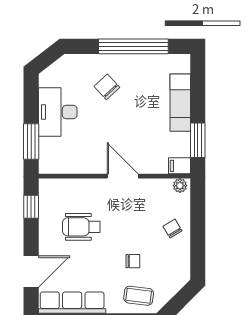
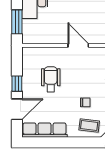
window: (31, 207) -> (17, 84), moved
wheelchair: (81, 227) -> (51, 79), turned 90

